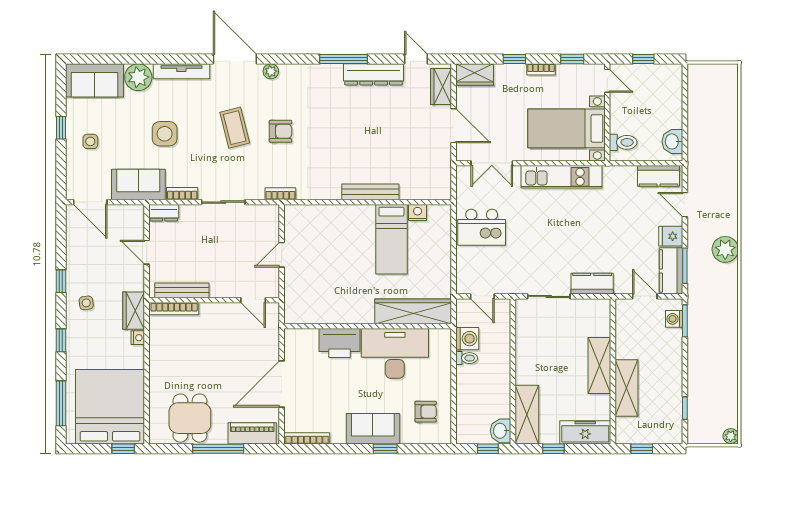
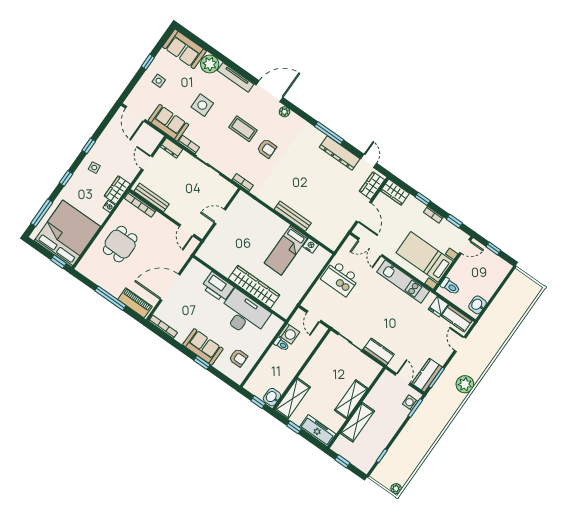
door: (235, 59) -> (270, 91), hinge flipped
door: (607, 81) -> (465, 247), hinge flipped
coffee table: (235, 128) -> (243, 129), turned -76
fridge: (671, 236) -> (438, 307), moved, turned -90
wardrobe: (413, 311) -> (254, 287), moved
dining table: (190, 418) -> (120, 244), moved

